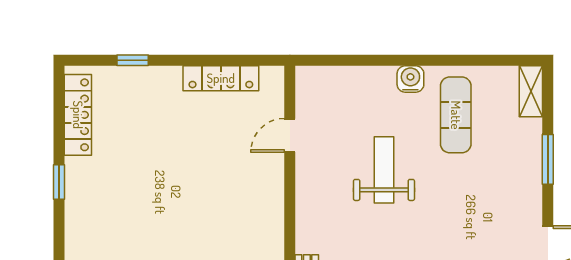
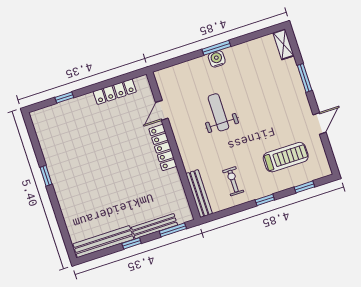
window: (416, 60) -> (216, 48), added
locker: (78, 115) -> (163, 147), moved, turned 180
exercise mat: (456, 115) -> (247, 70), removed

